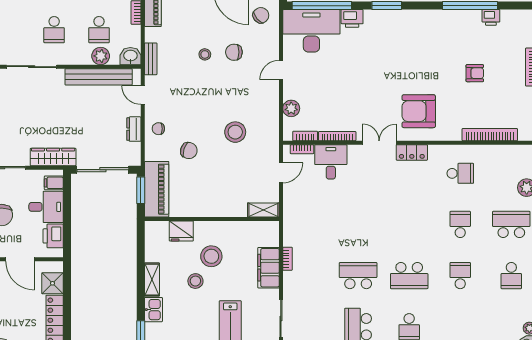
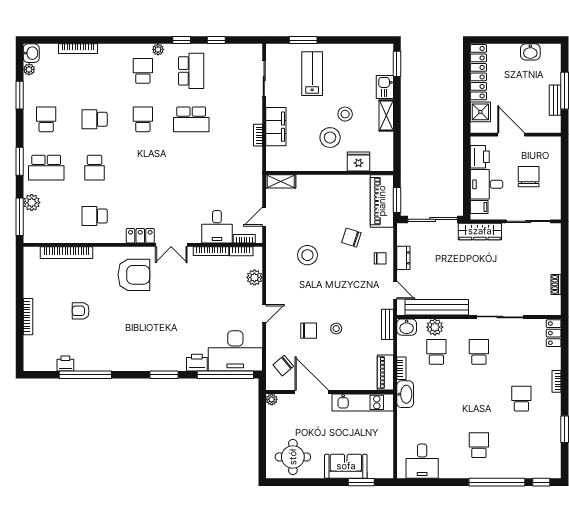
school desk: (409, 276) -> (143, 119), width x0.54
school desk: (460, 276) -> (95, 119), turned 90

